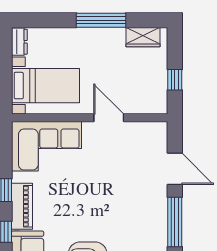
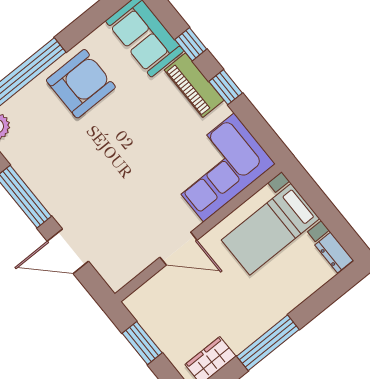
window: (175, 80) -> (142, 343), width x1.50

